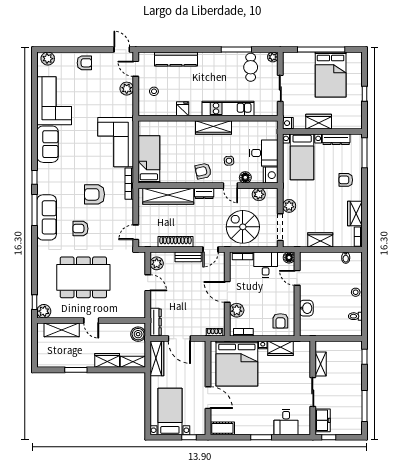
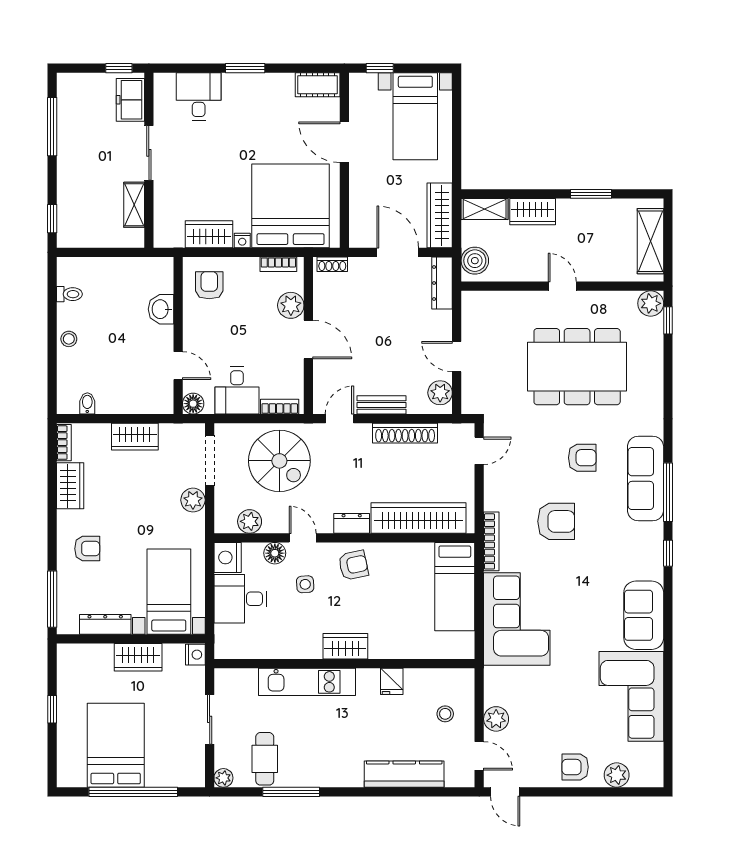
plant: (48, 59) -> (617, 775), moved
wardrobe: (213, 127) -> (345, 646), width x0.67
shelving: (62, 330) -> (650, 241), moved, turned 90

